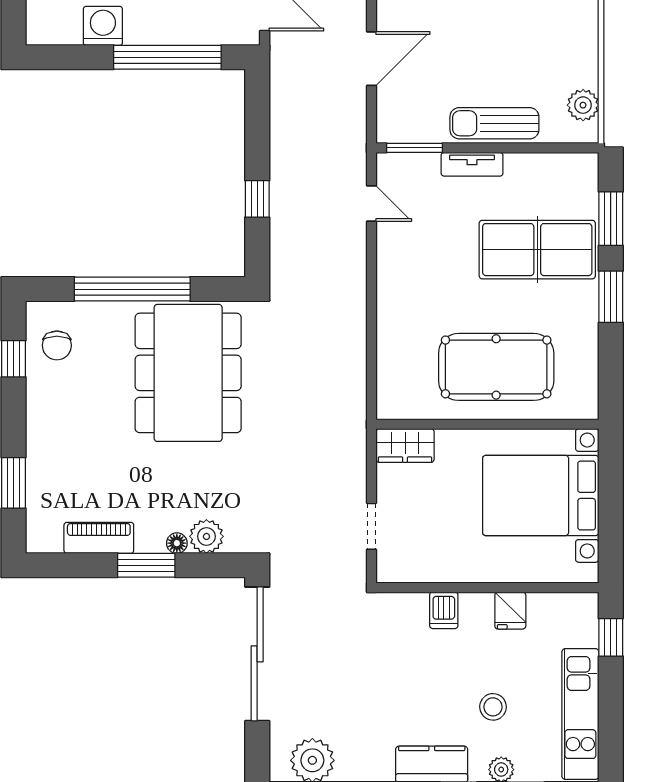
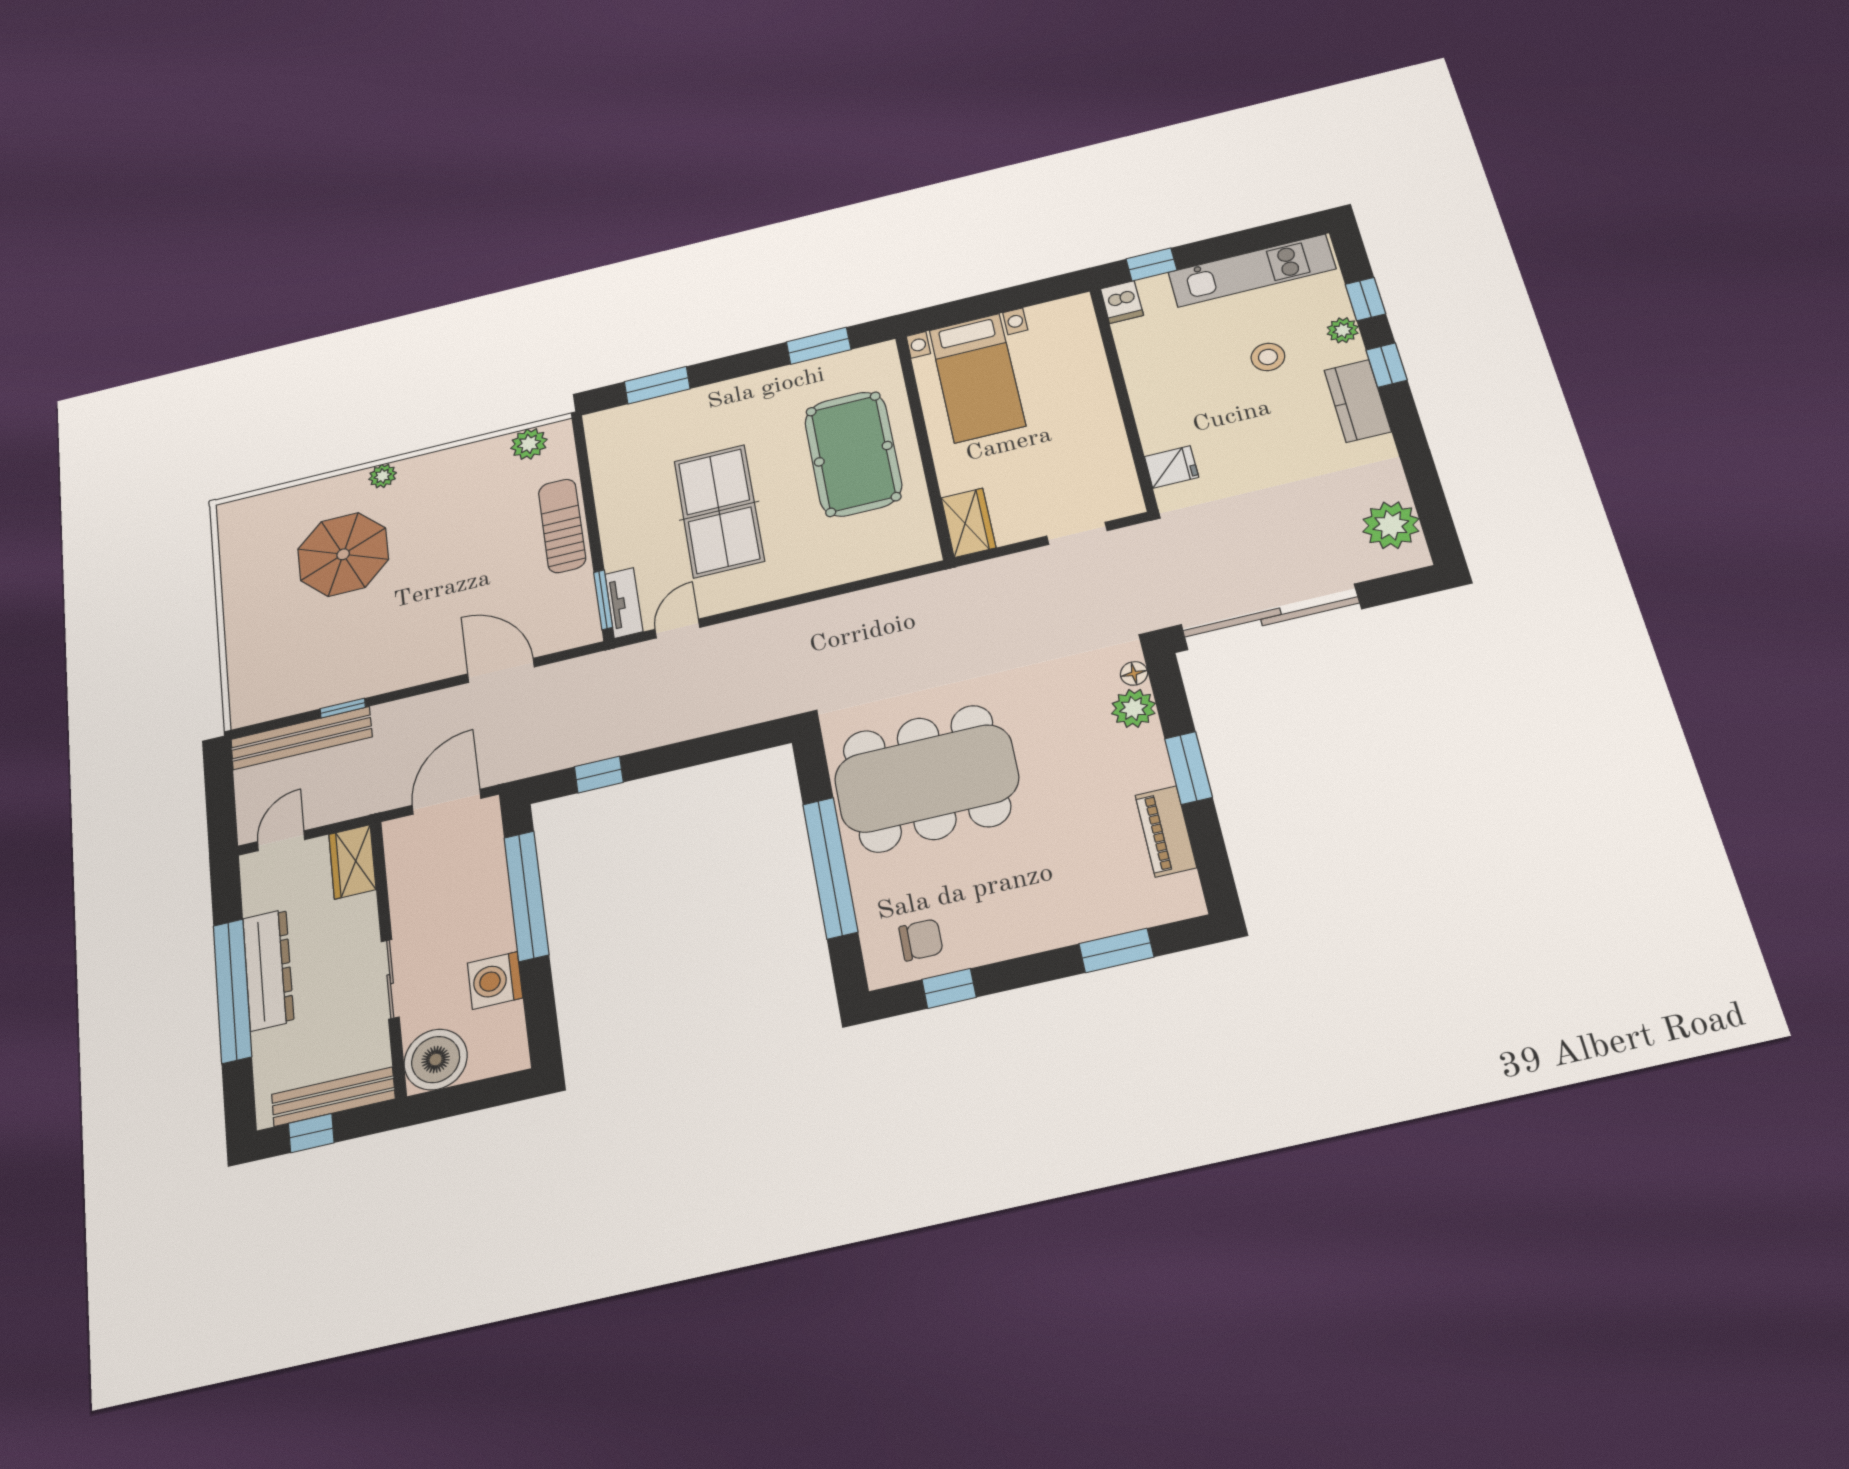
sun lounger: (494, 123) -> (562, 526), turned 180
tv unit: (472, 164) -> (624, 603), moved
window: (257, 199) -> (599, 775), moved
table tennis table: (537, 250) -> (719, 511), moved
window: (611, 297) -> (819, 346), moved
bed with nightstands: (541, 495) -> (977, 378), width x0.73
floor lamp: (177, 543) -> (1134, 673), moved
dishwasher: (444, 610) -> (1122, 302), moved, turned 90
fridge: (510, 611) -> (1171, 467), moved

